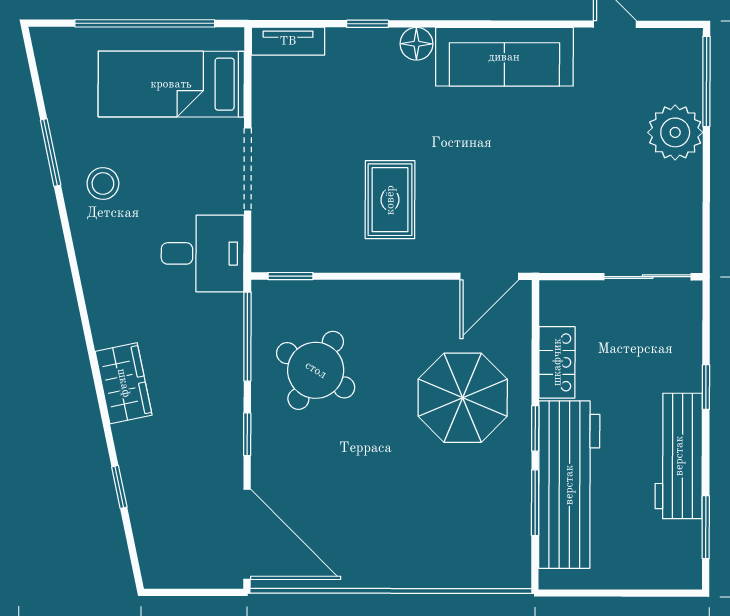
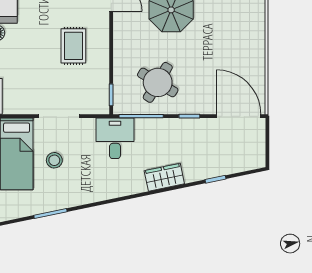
stool: (103, 184) -> (54, 160), moved
rug: (390, 200) -> (73, 46), turned 90
desk: (203, 254) -> (115, 138), moved
door: (247, 534) -> (239, 116), hinge flipped

